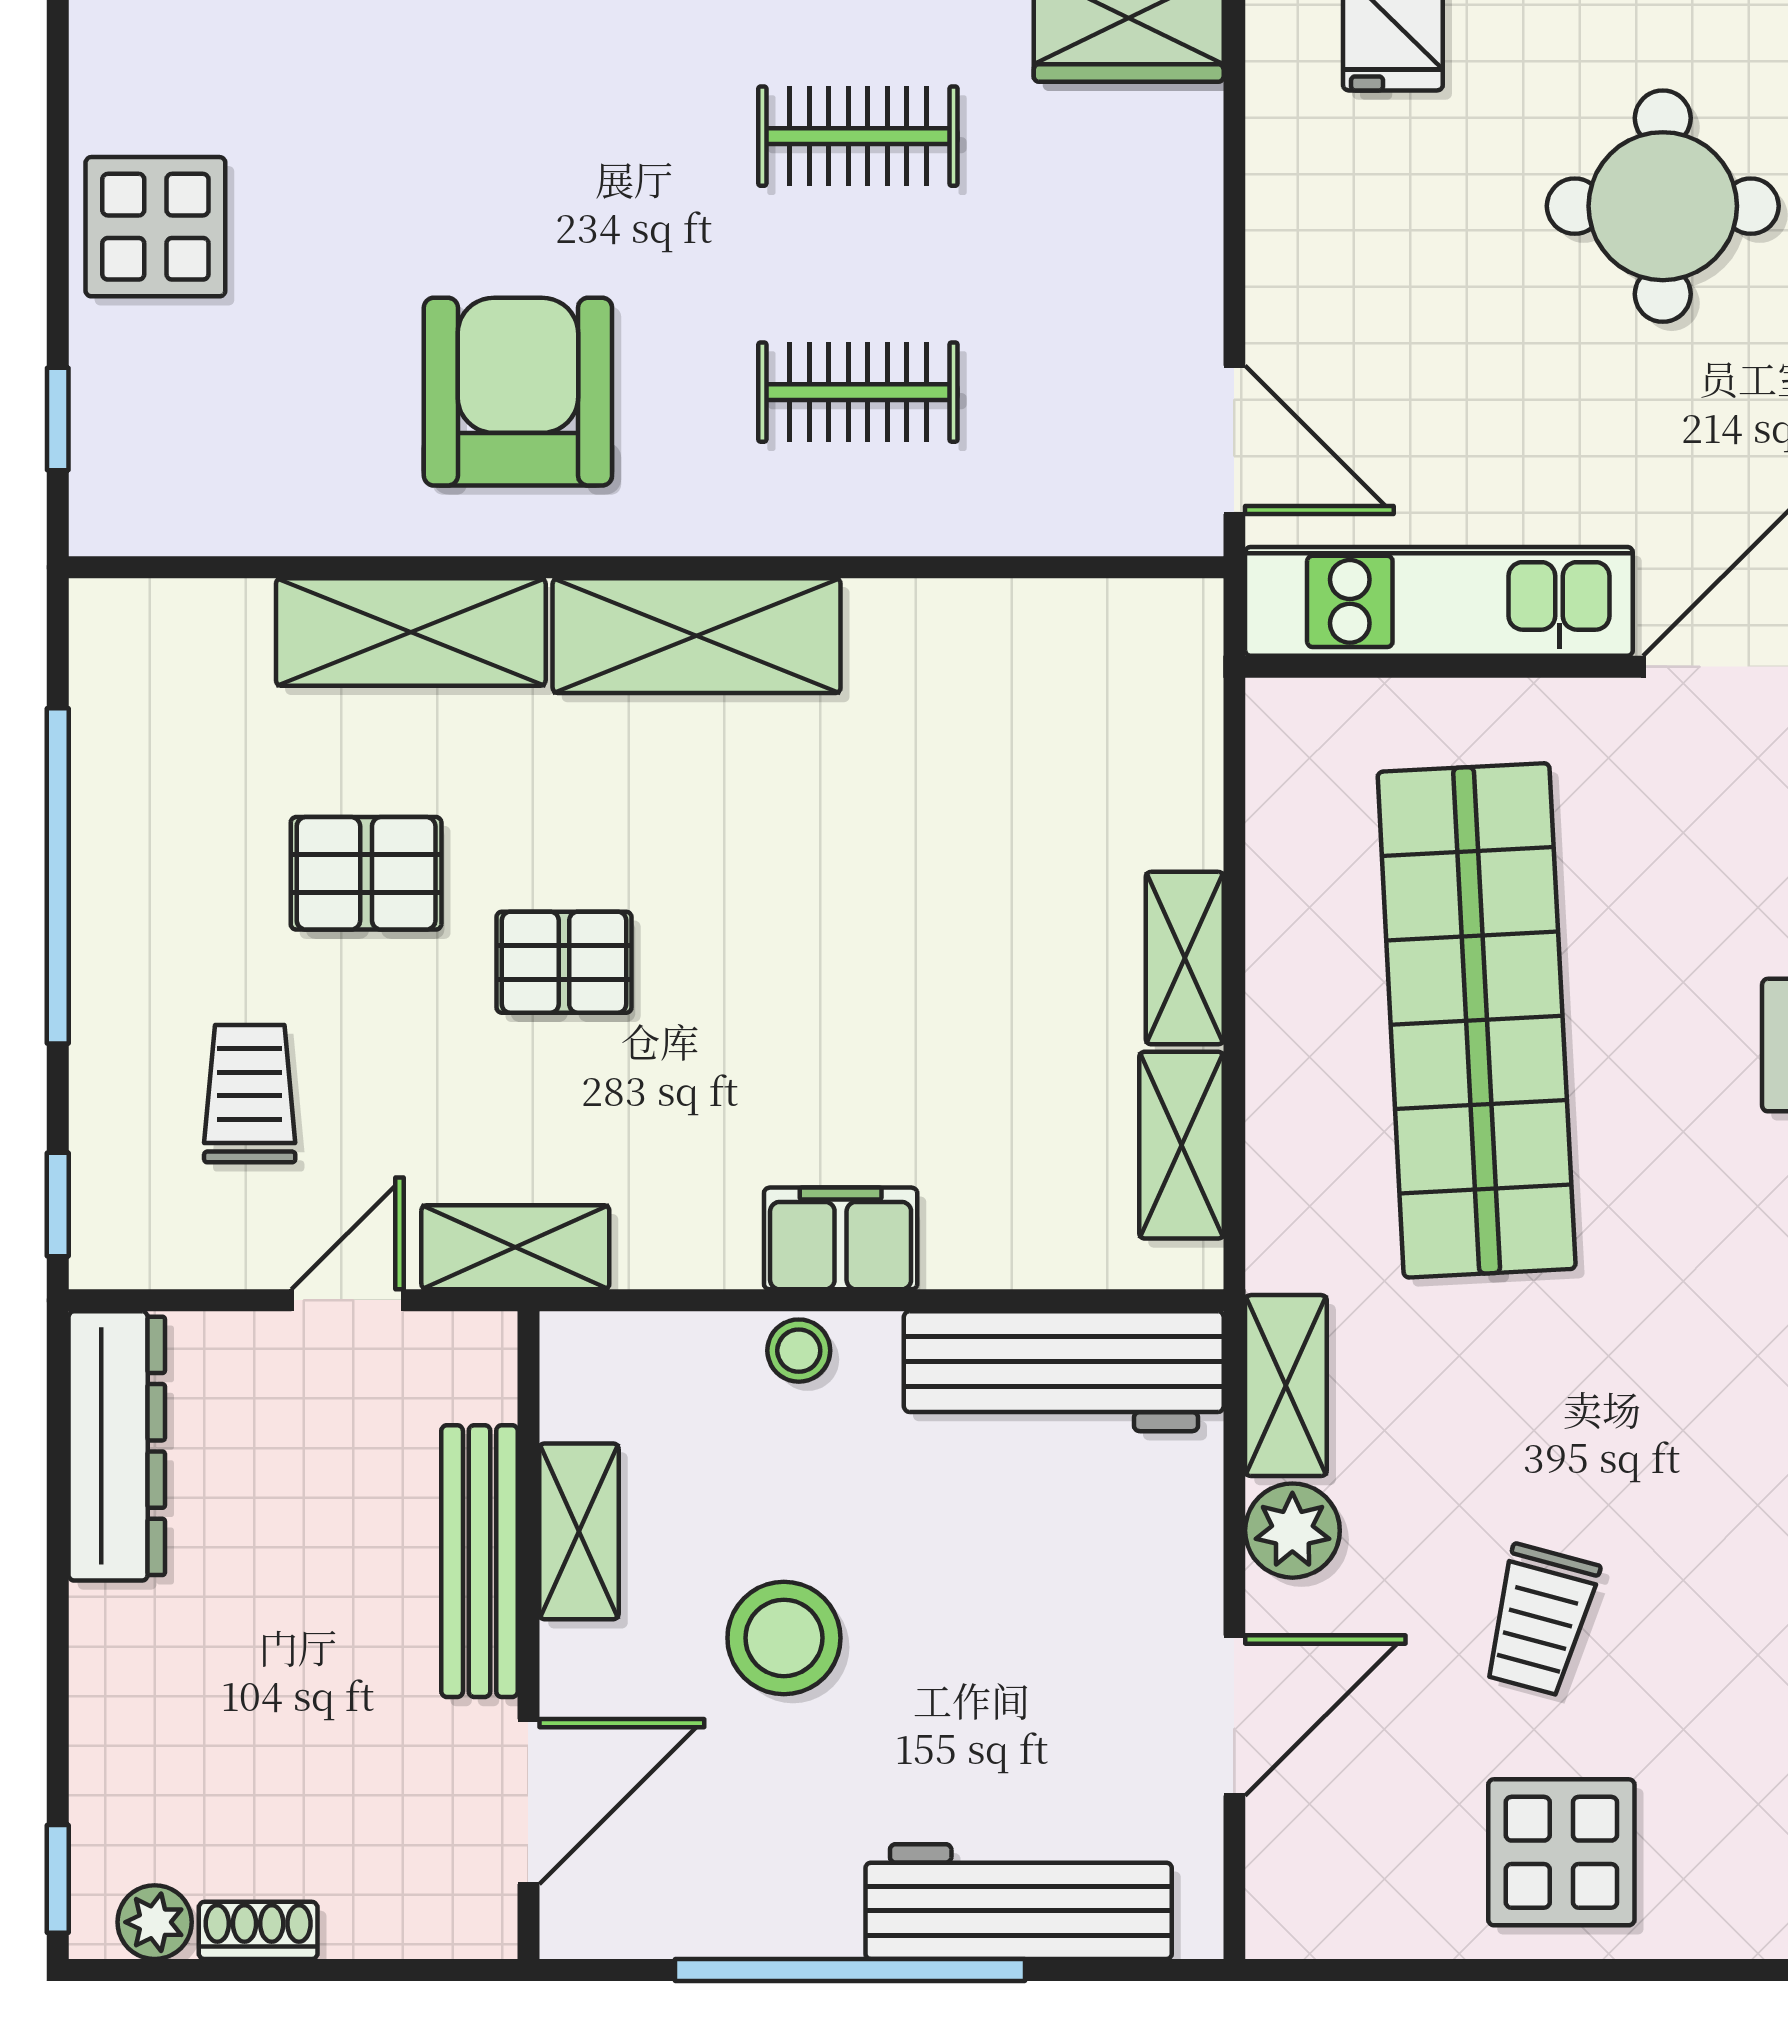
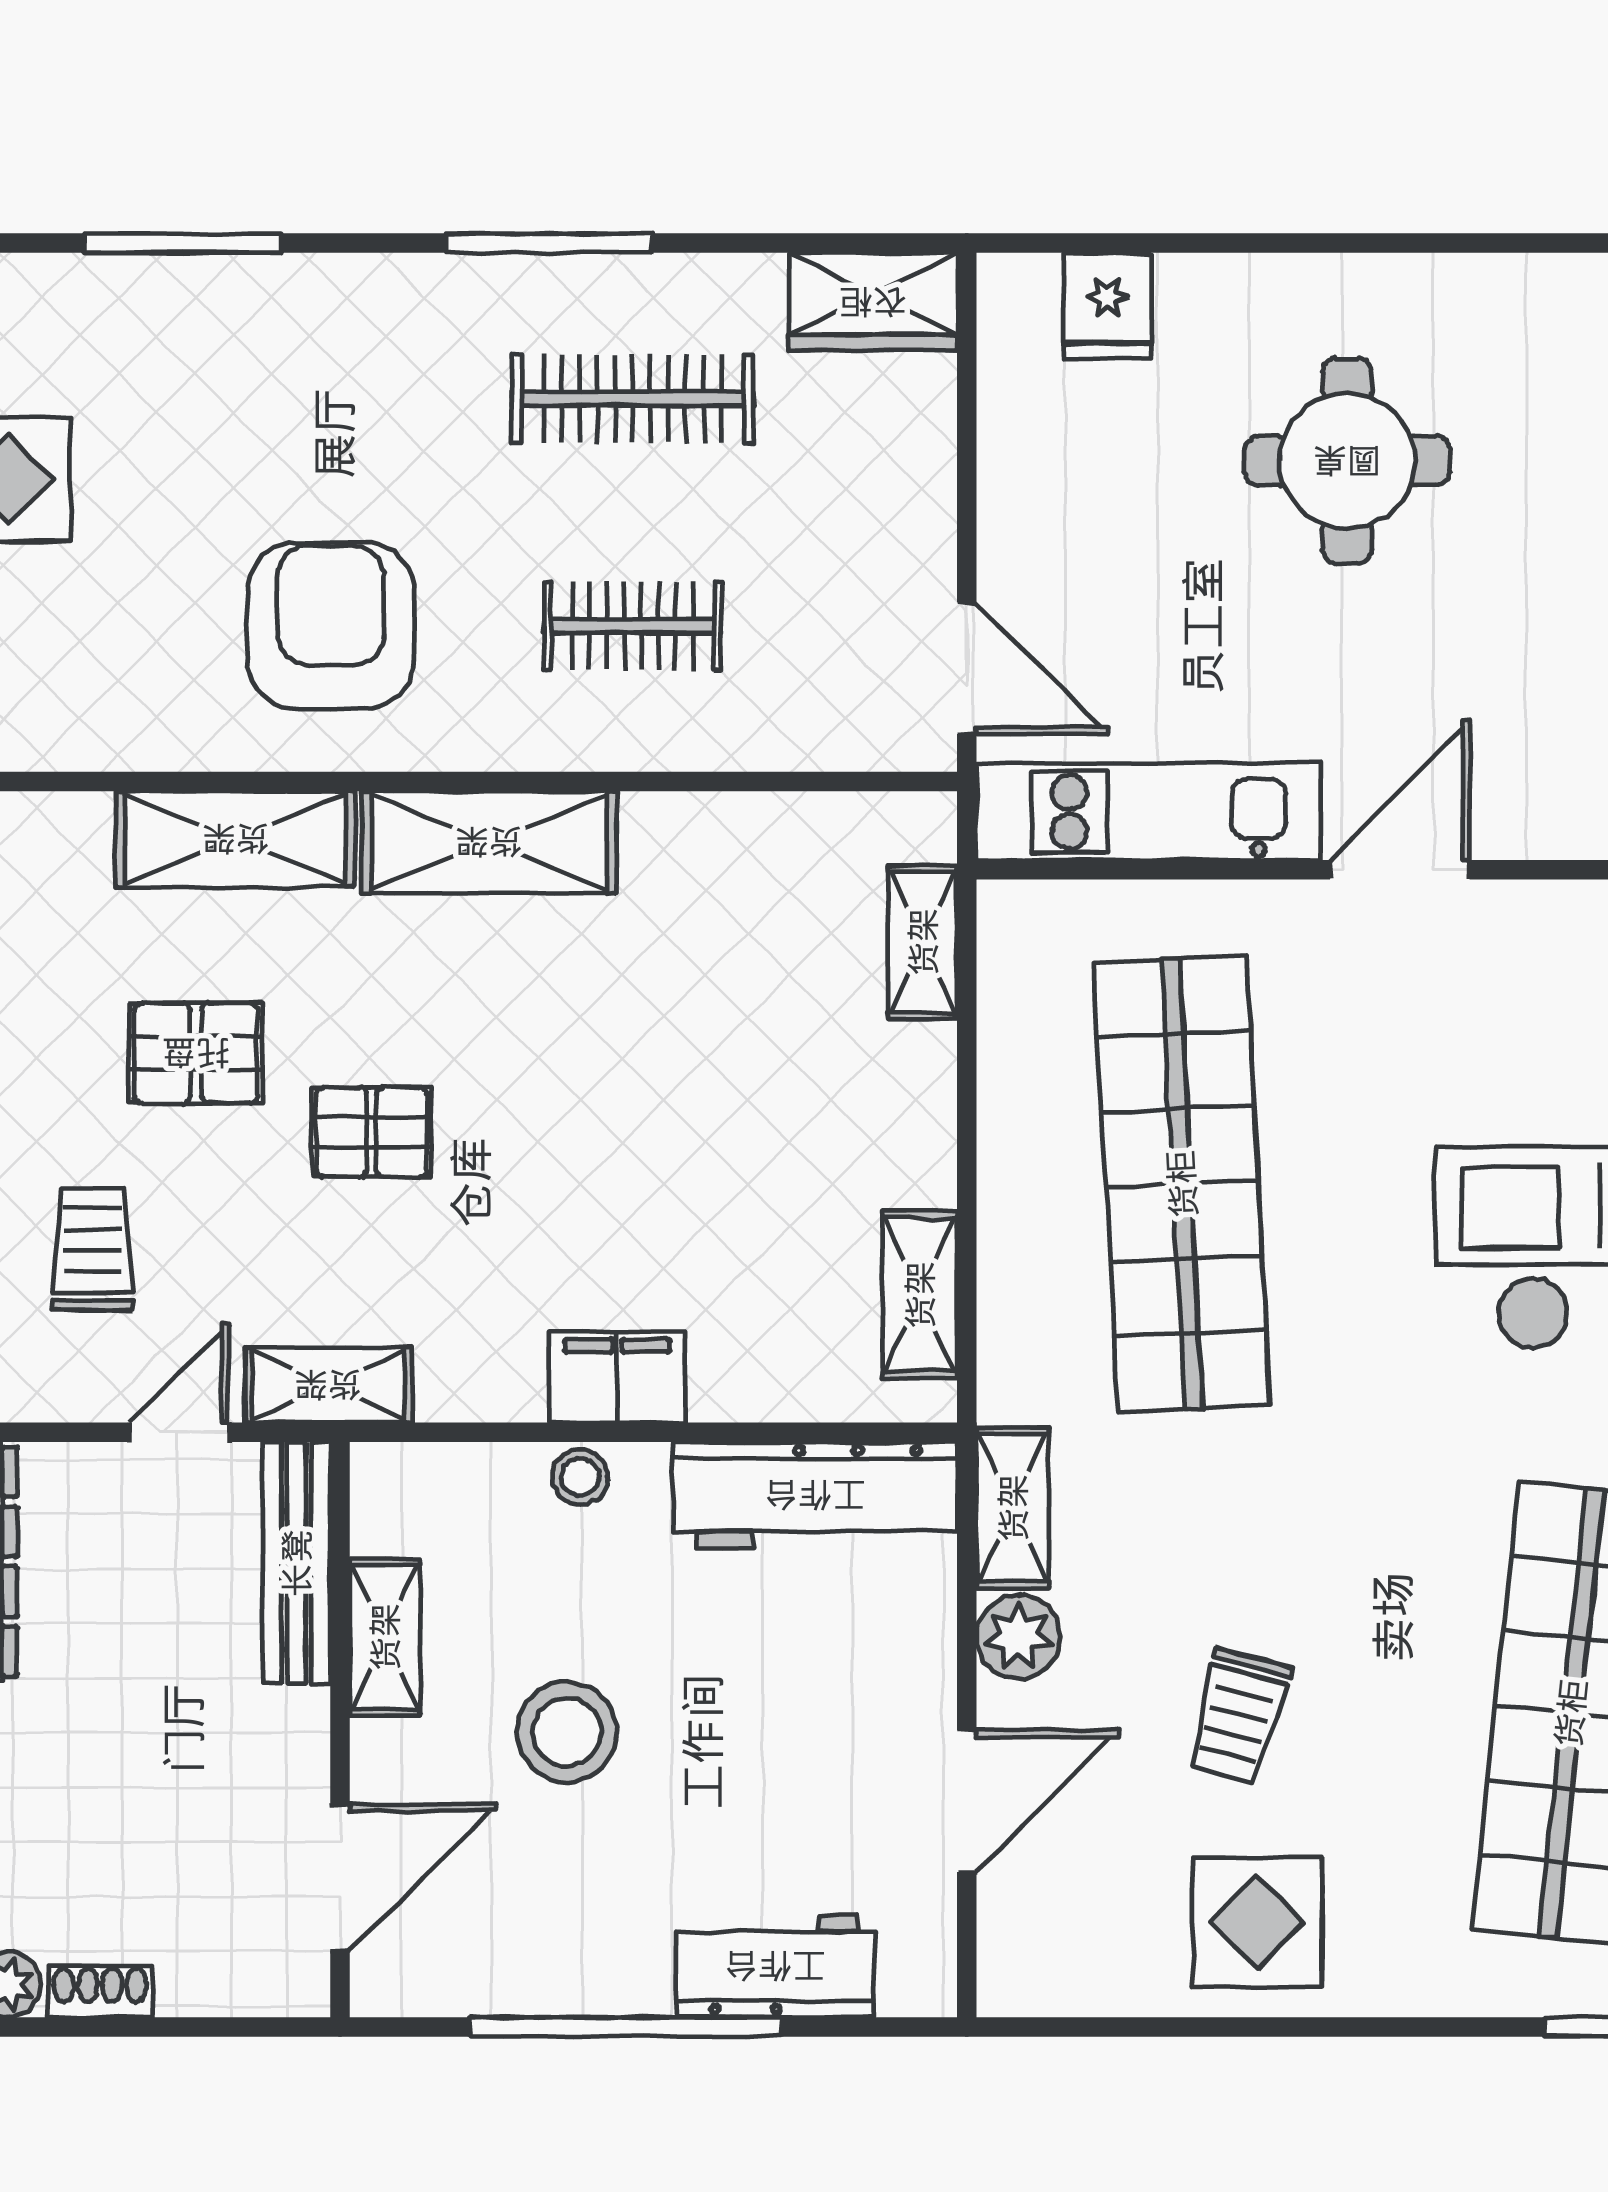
clothes rail: (858, 136) -> (633, 399), width x1.36
shelving: (1185, 958) -> (923, 942), moved
bench: (480, 1561) -> (297, 1563), moved
workbench: (1019, 1902) -> (775, 1966), width x0.73

